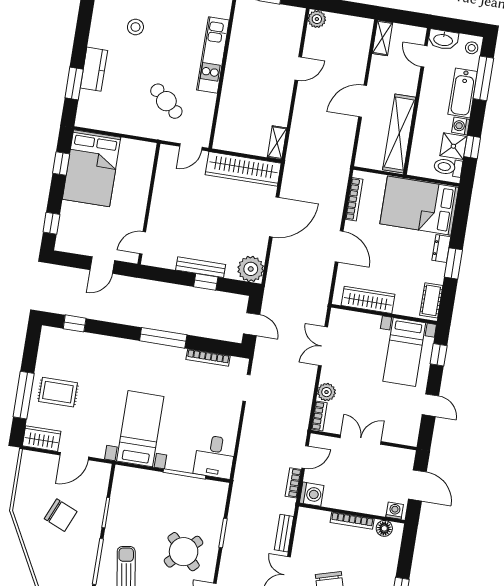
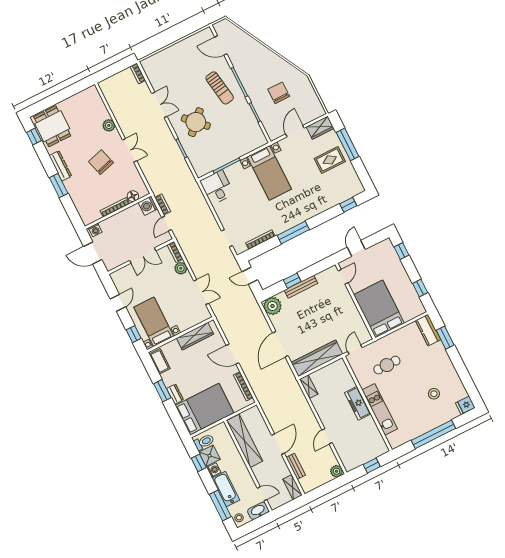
kitchen counter: (94, 69) -> (428, 330), moved
freezer: (233, 81) -> (358, 403), added
cafe table: (166, 101) -> (387, 365), turned -41
bed: (91, 168) -> (379, 309), moved
door: (430, 405) -> (118, 303), swing flipped
chair: (61, 515) -> (279, 93), turned 67
floor lamp: (384, 528) -> (133, 196), moved
bench: (284, 533) -> (296, 466), moved

